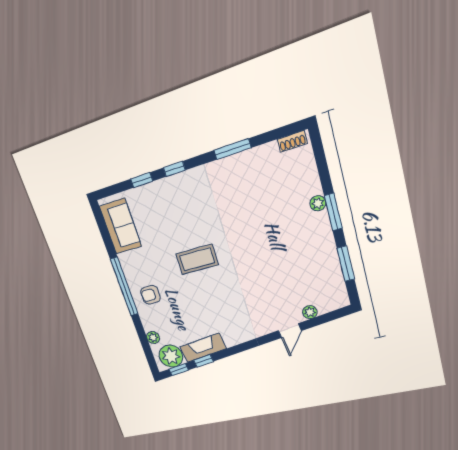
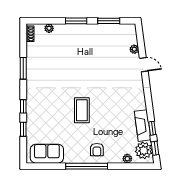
plant: (318, 203) -> (49, 28), moved

